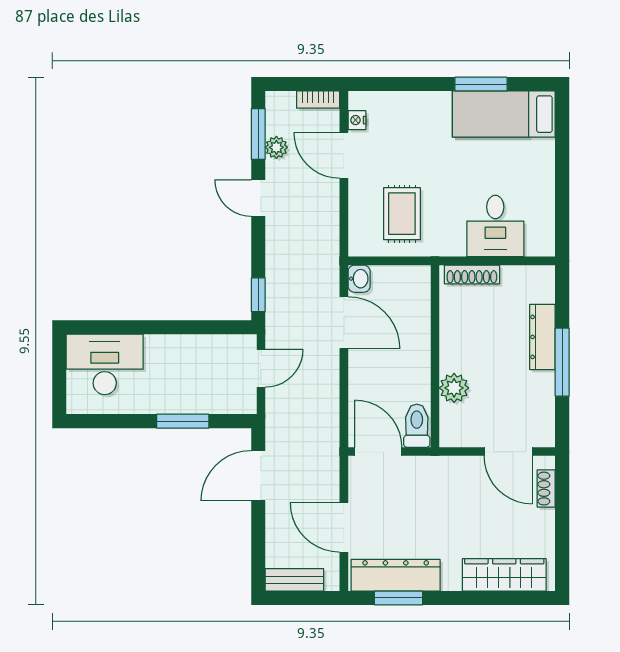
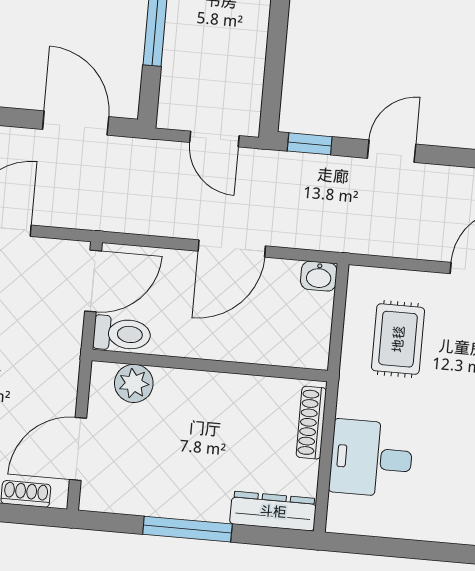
door: (258, 198) -> (392, 151), moved
rug: (402, 214) -> (398, 339), turned 90
door: (344, 323) -> (232, 249), moved
dresser: (542, 337) -> (273, 511), moved
plant: (454, 388) -> (134, 383), moved

